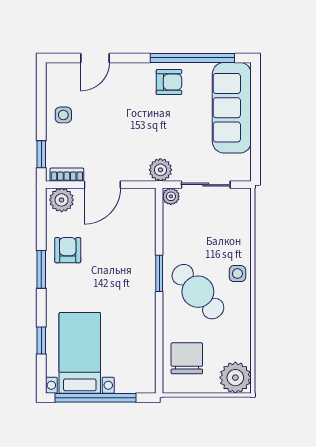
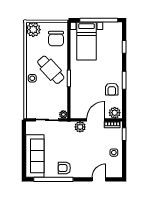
plant: (160, 170) -> (80, 127), moved
bed with nightstands: (80, 353) -> (86, 41), moved

